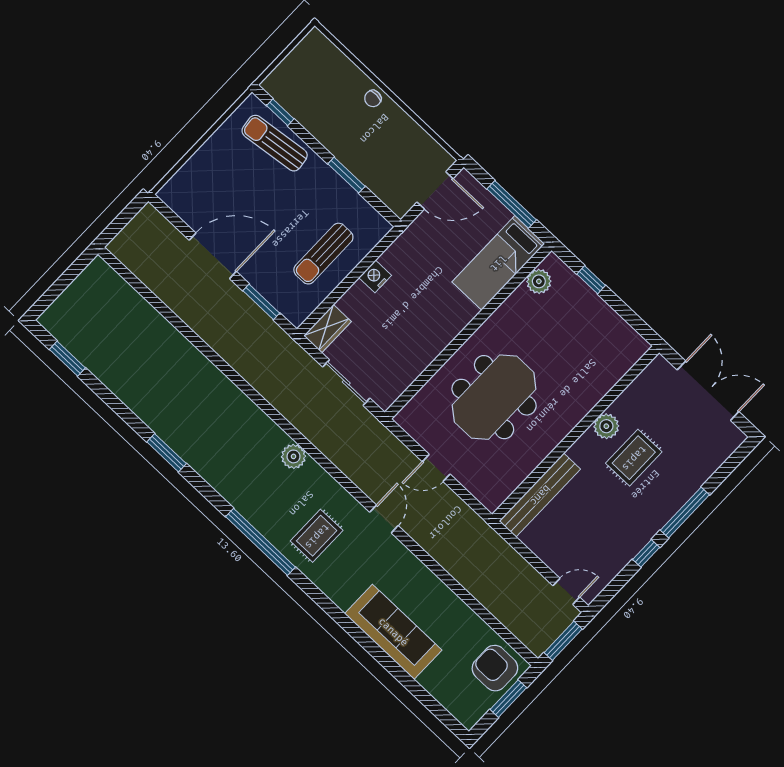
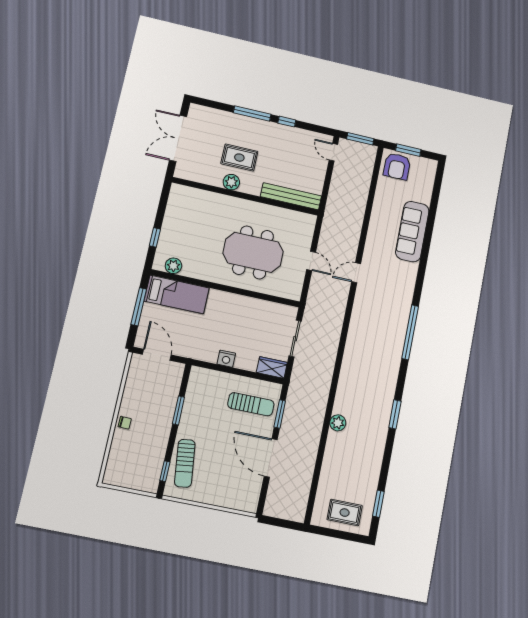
sun lounger: (323, 254) -> (251, 404), moved
plant: (294, 456) -> (338, 423), moved
rug: (317, 536) -> (345, 513), moved

